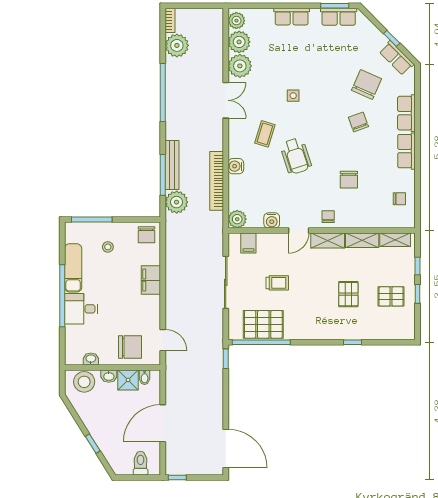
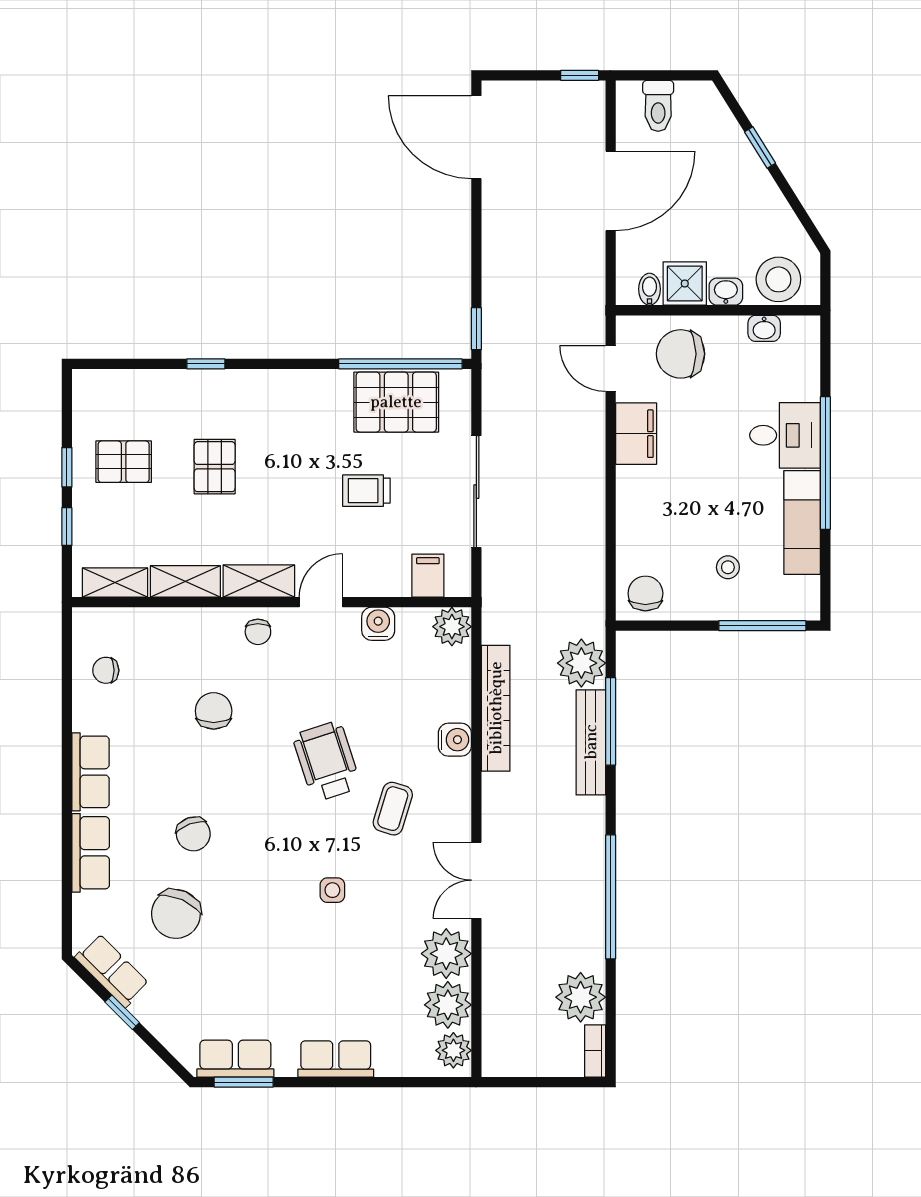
filing cabinet: (151, 280) -> (636, 434), moved

